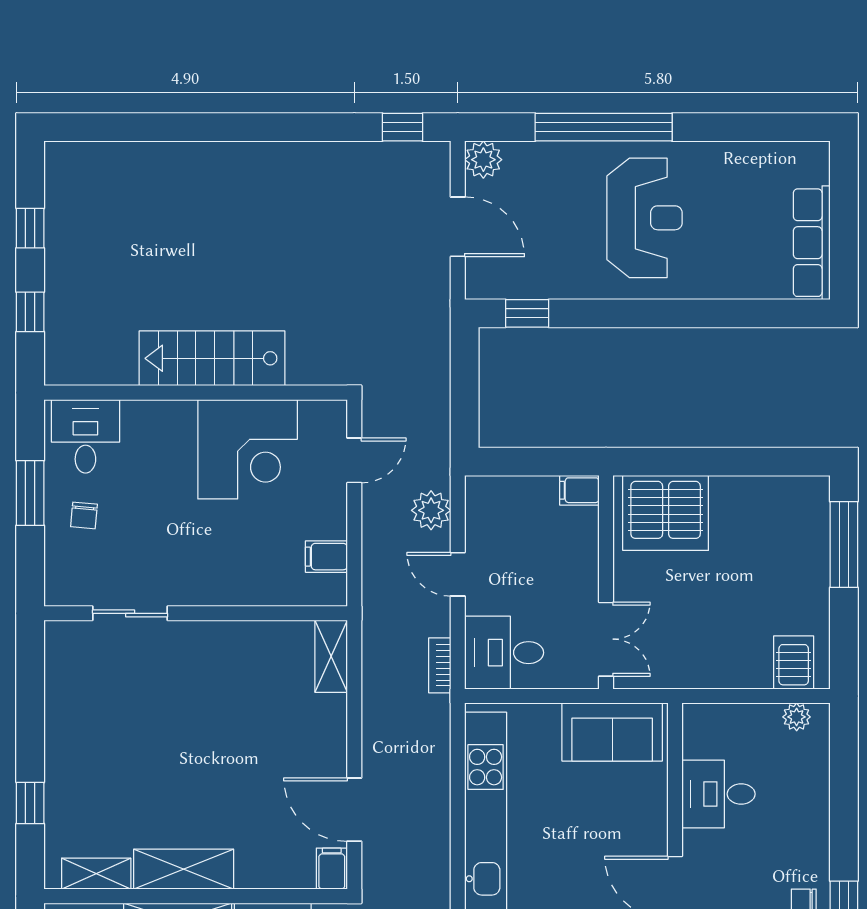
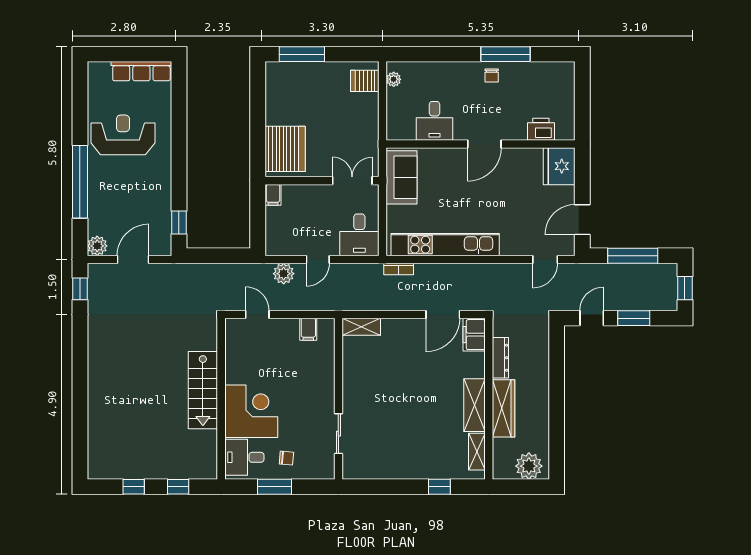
reception desk: (645, 218) -> (123, 135), moved
corner desk: (248, 449) -> (251, 411), moved
bookcase: (440, 665) -> (399, 269), moved
filing cabinet: (332, 869) -> (474, 335), width x2.00

